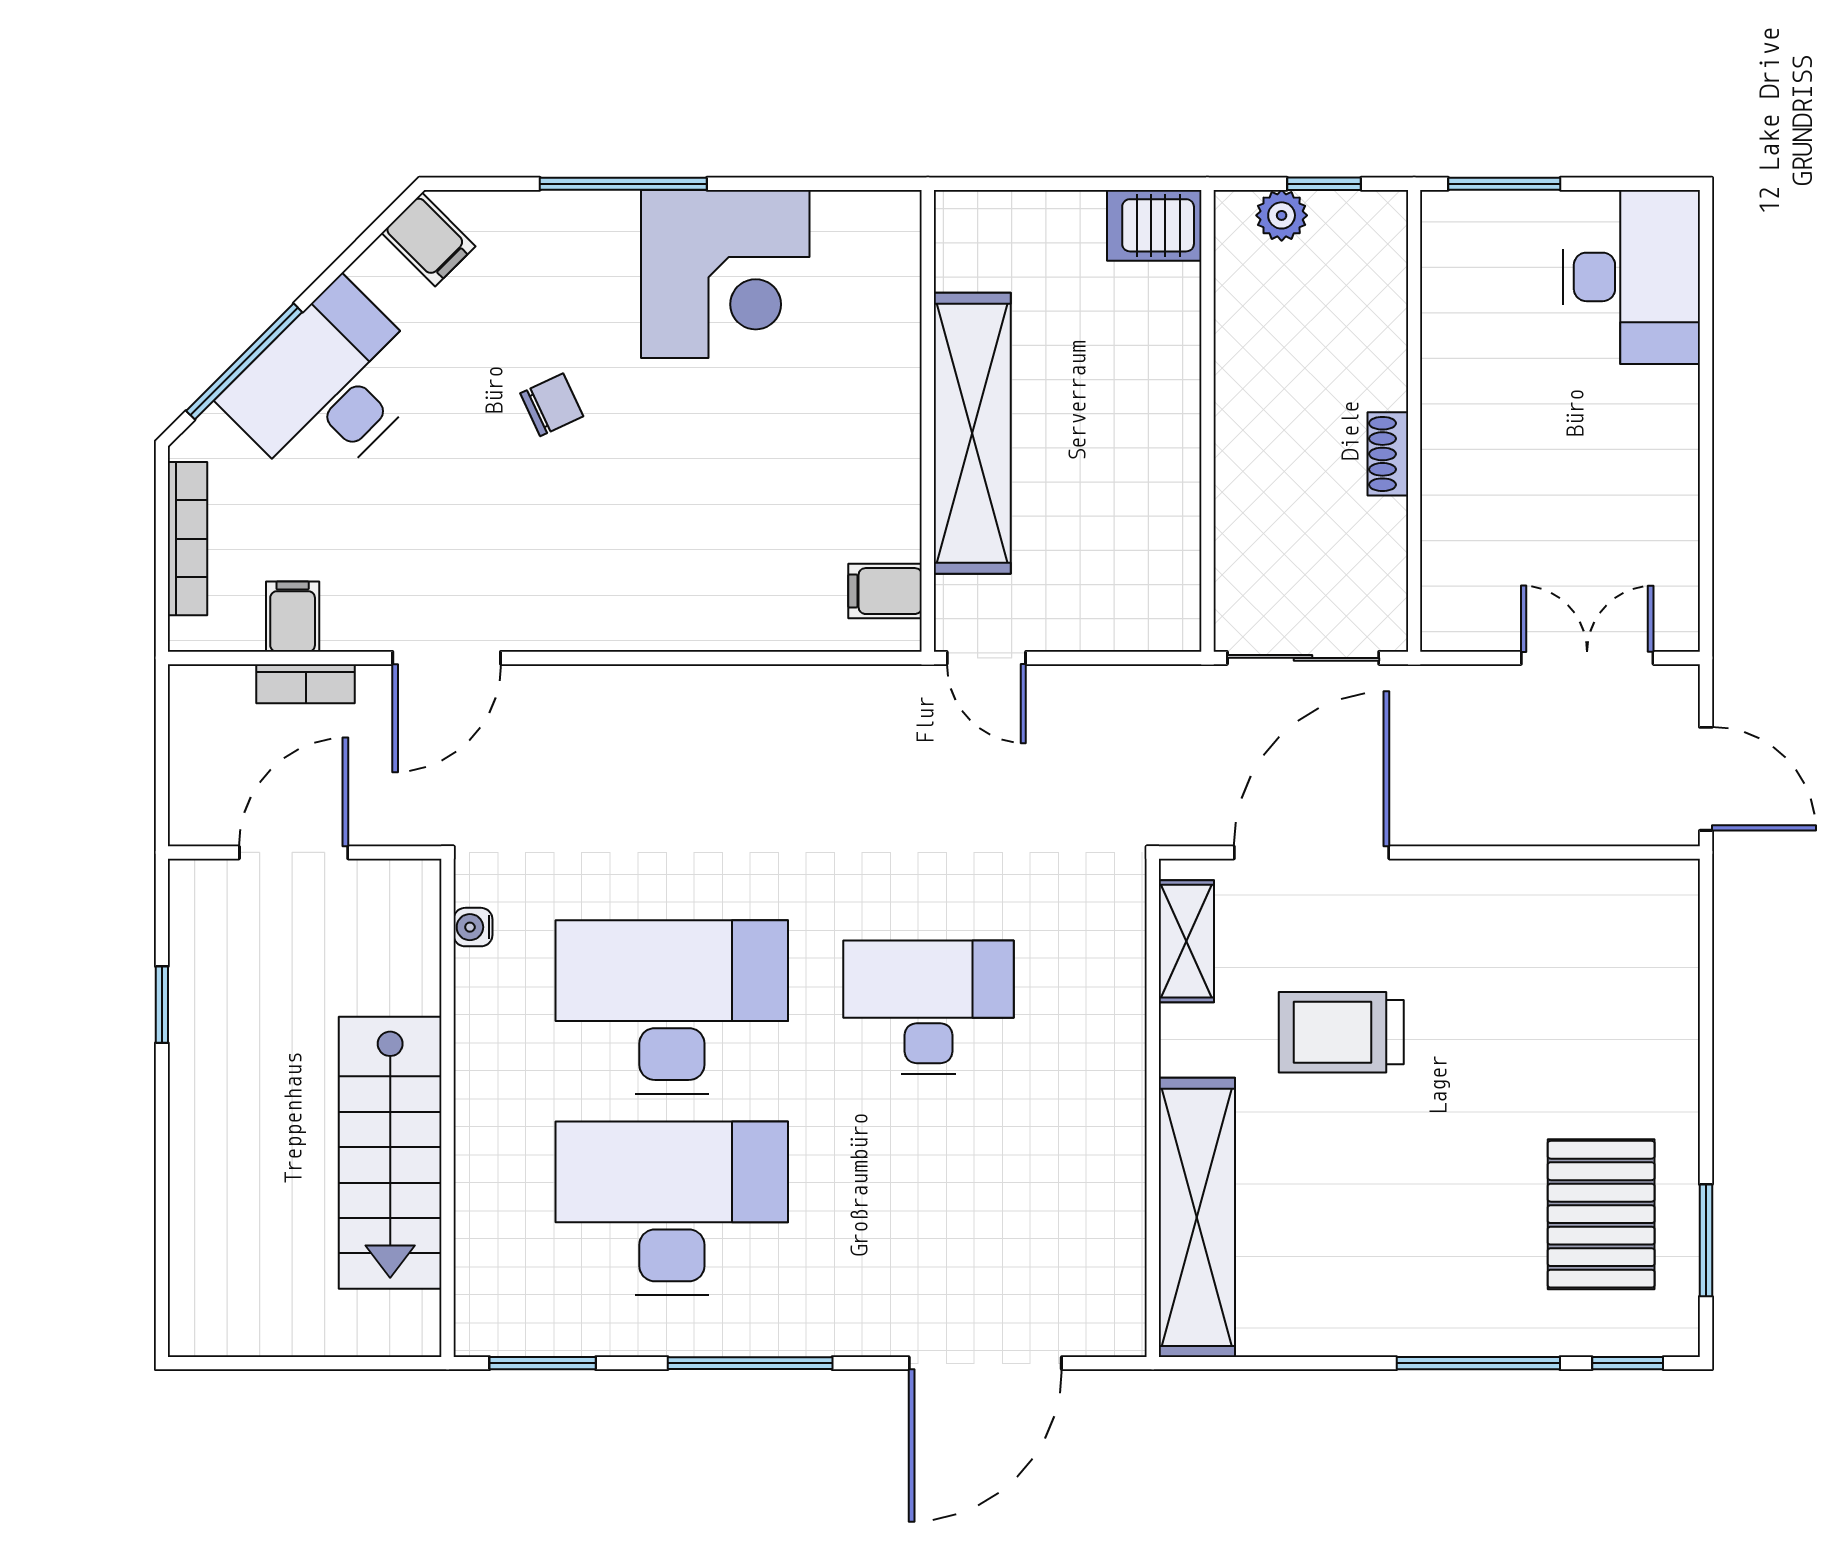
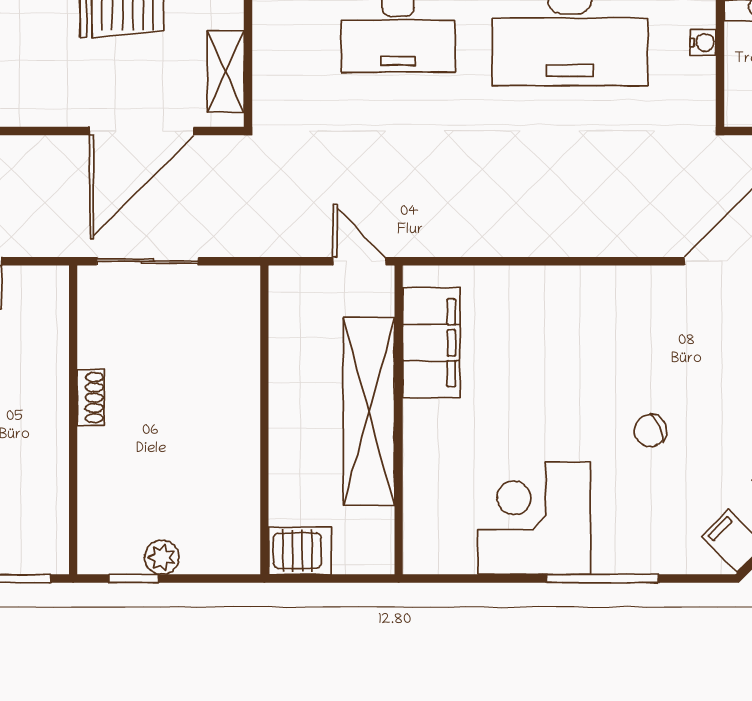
server rack: (1154, 225) -> (300, 551), moved
wall: (1207, 421) -> (264, 420), moved
filing cabinet: (885, 591) -> (431, 343), width x3.00, depth x1.17
water cooler: (473, 927) -> (703, 43), moved

